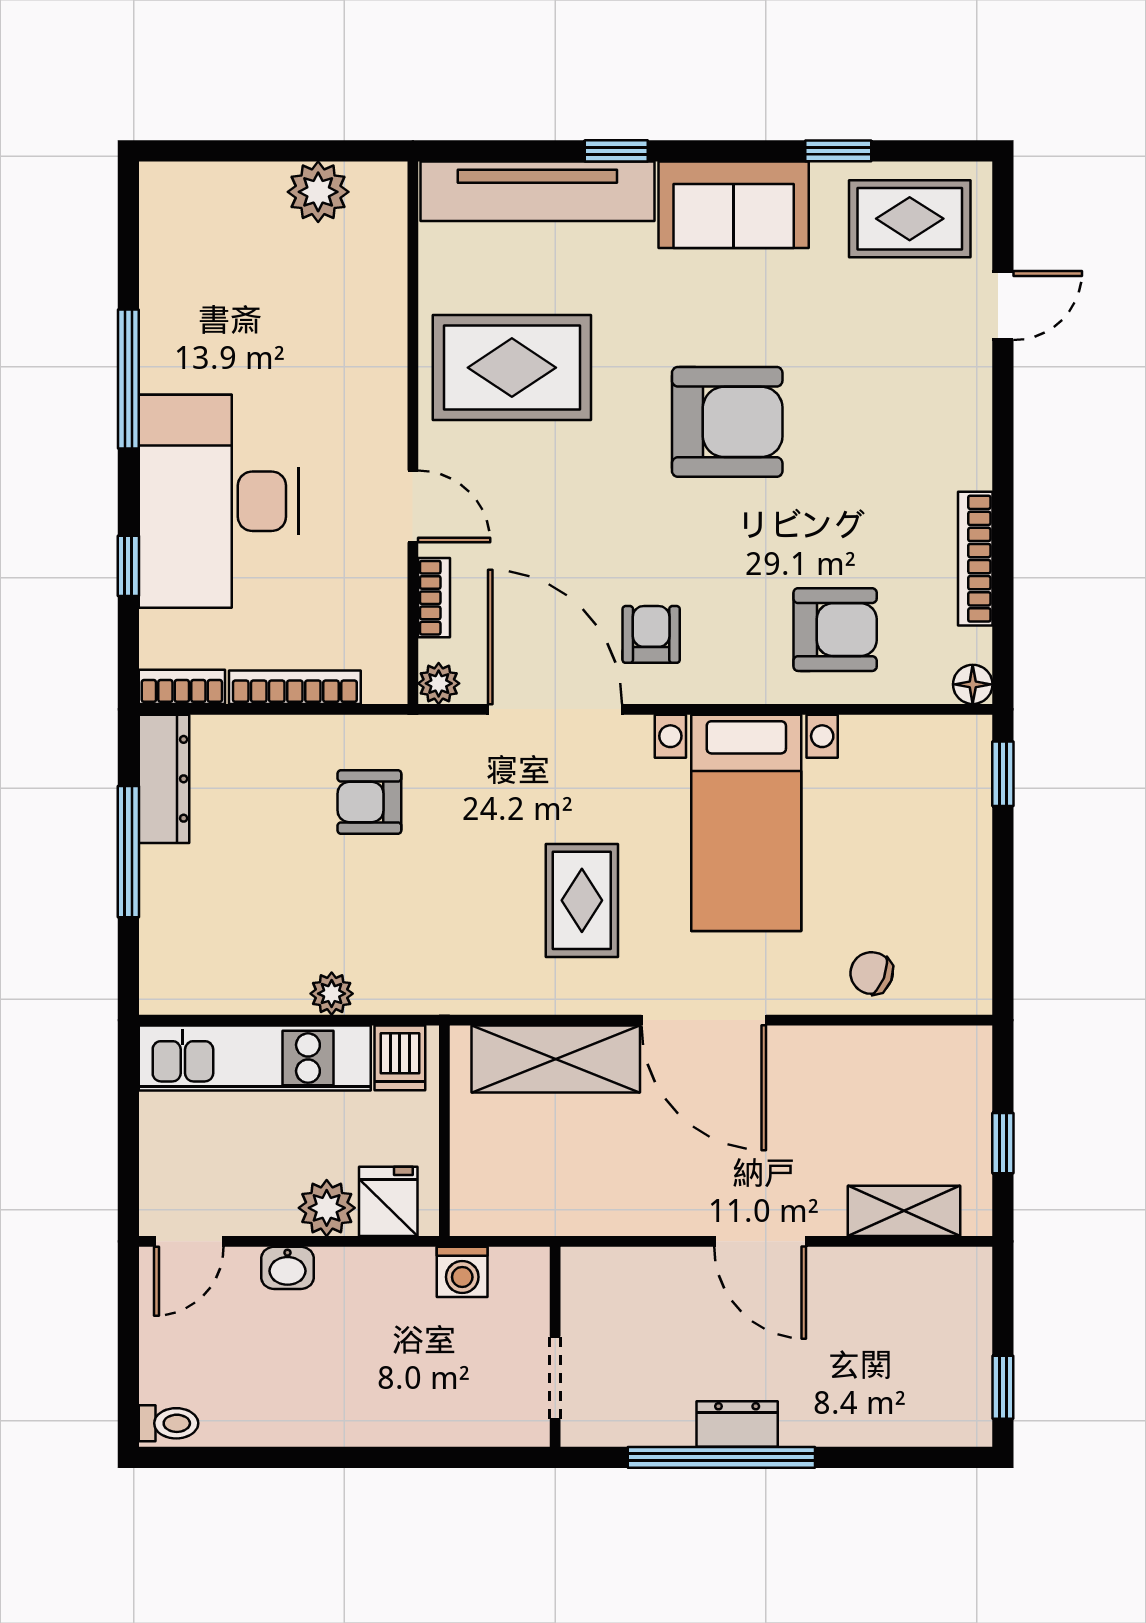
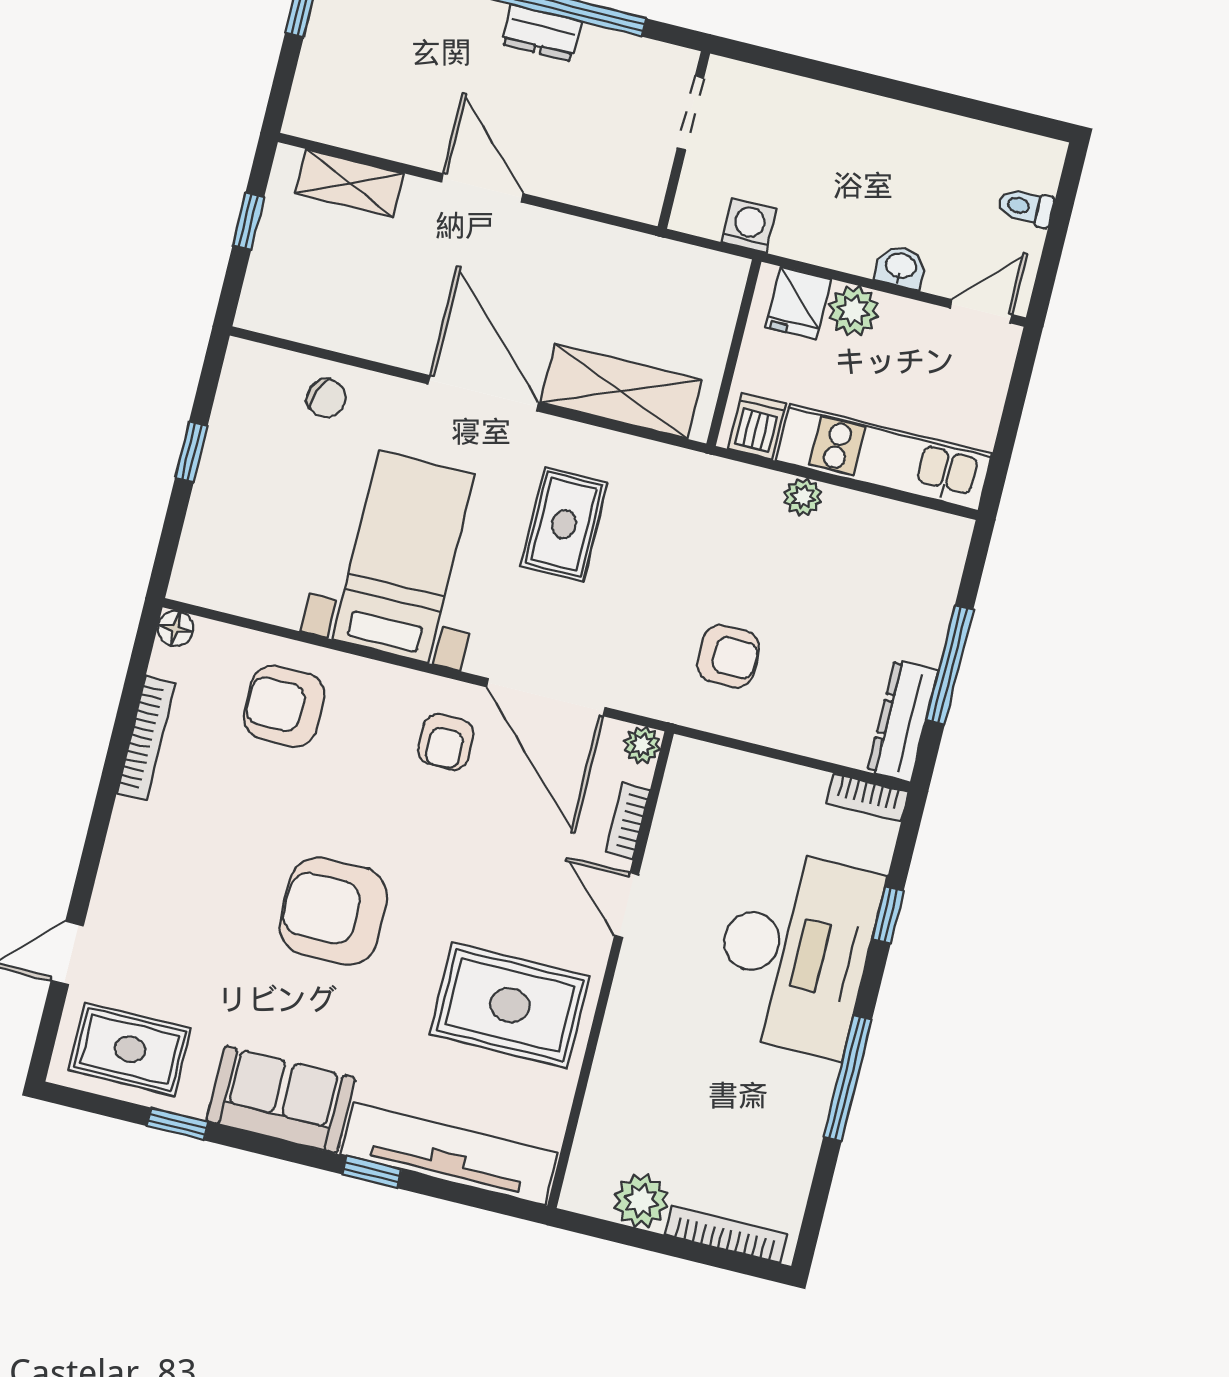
bookcase: (295, 687) -> (726, 1234), moved, turned 180
window: (1003, 774) -> (191, 452), moved
toilet: (168, 1423) -> (1026, 207), moved

